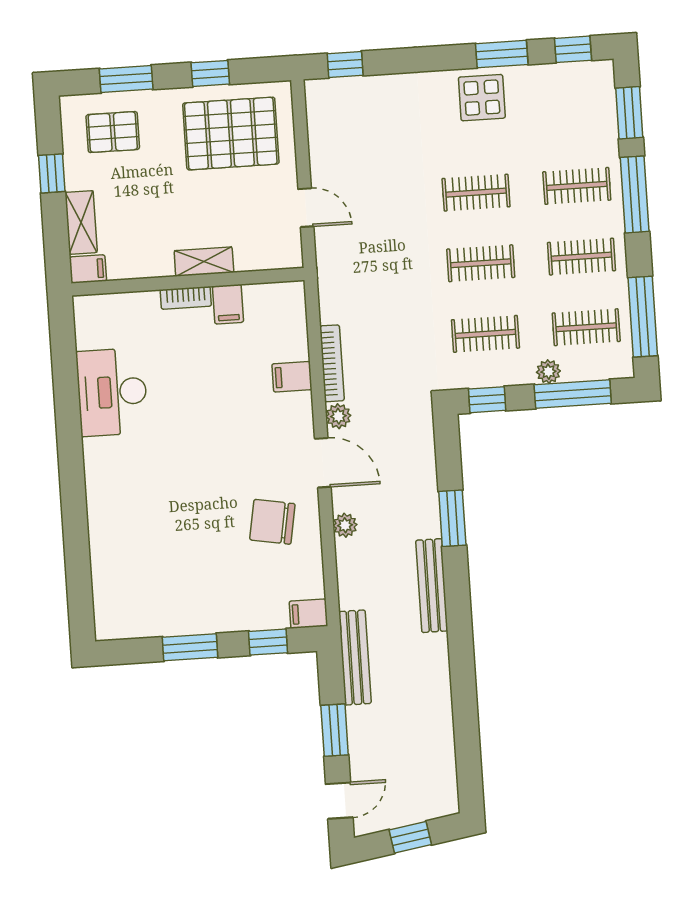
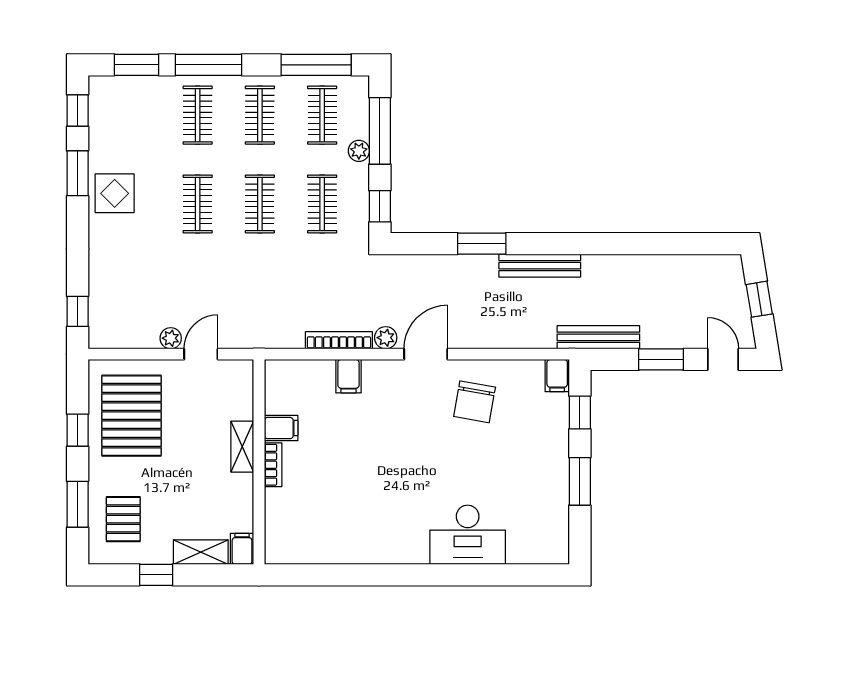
desk: (112, 392) -> (468, 535), moved
plant: (345, 525) -> (171, 338), moved

